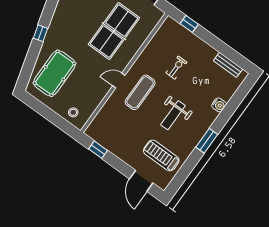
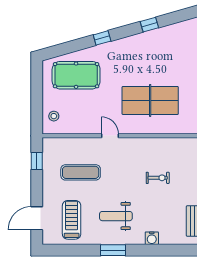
exercise mat: (140, 92) -> (81, 172), moved
weight bench: (173, 115) -> (116, 216), moved

